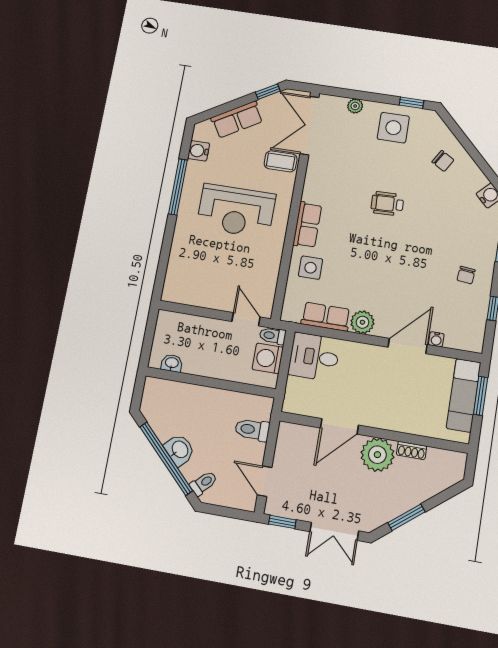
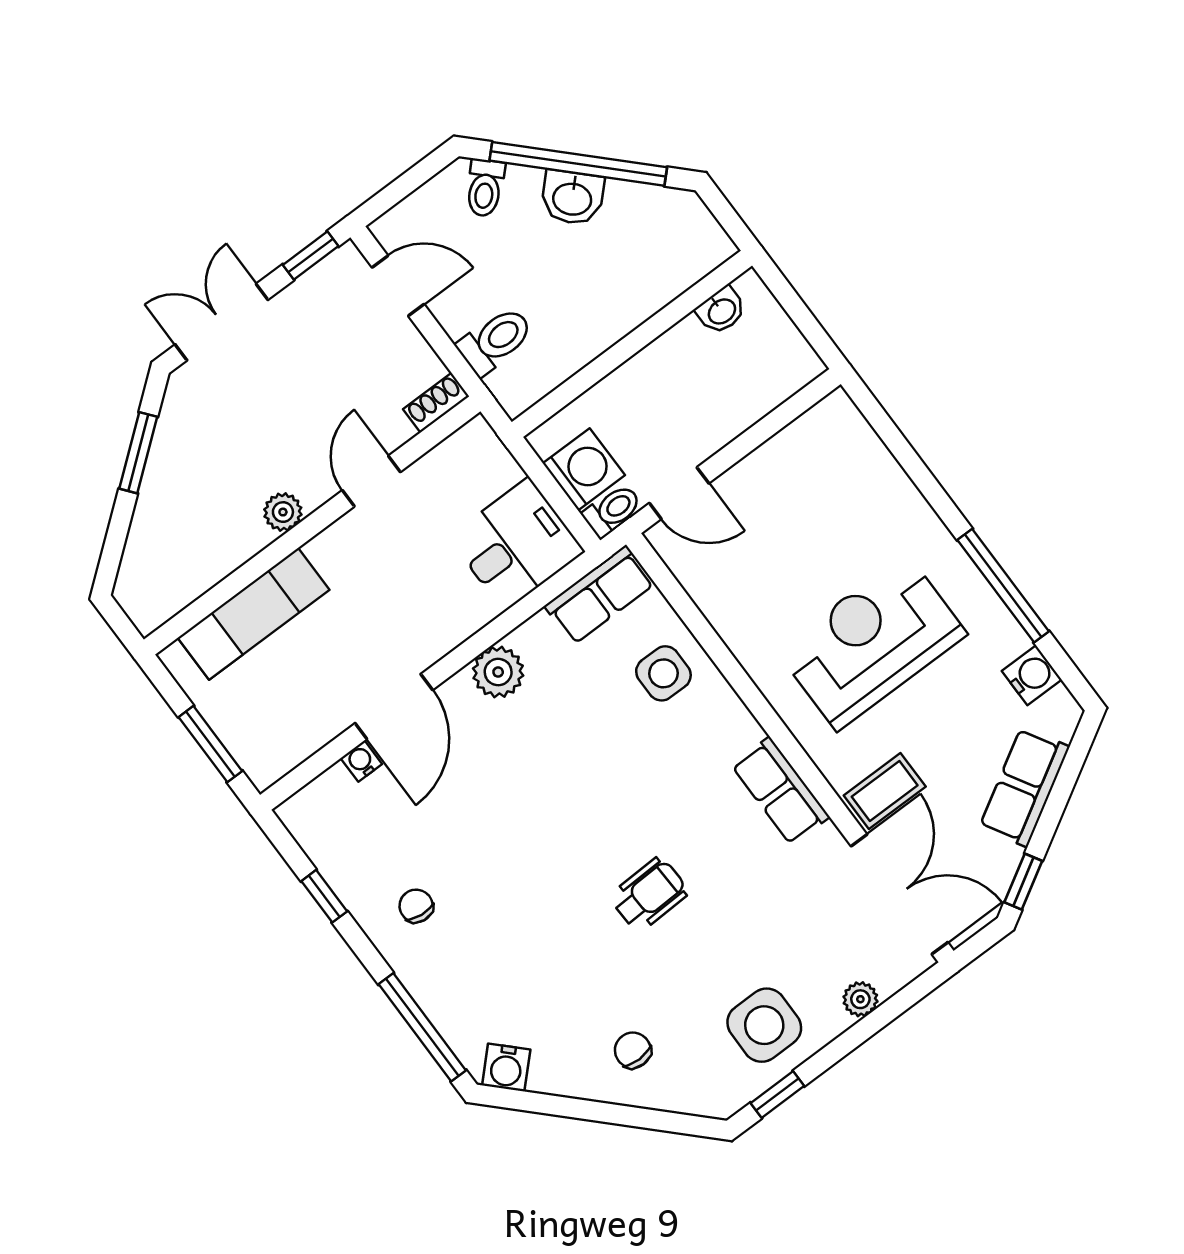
chair: (443, 161) -> (633, 1050), turned 59
row of seats: (307, 225) -> (780, 791), moved
row of seats: (326, 317) -> (600, 595), moved
exam couch: (464, 395) -> (254, 614), moved, turned 90
door: (339, 426) -> (371, 481), width x0.73
shoe rack: (411, 450) -> (436, 403), moved
plant: (377, 455) -> (283, 512), width x0.53, depth x0.53

